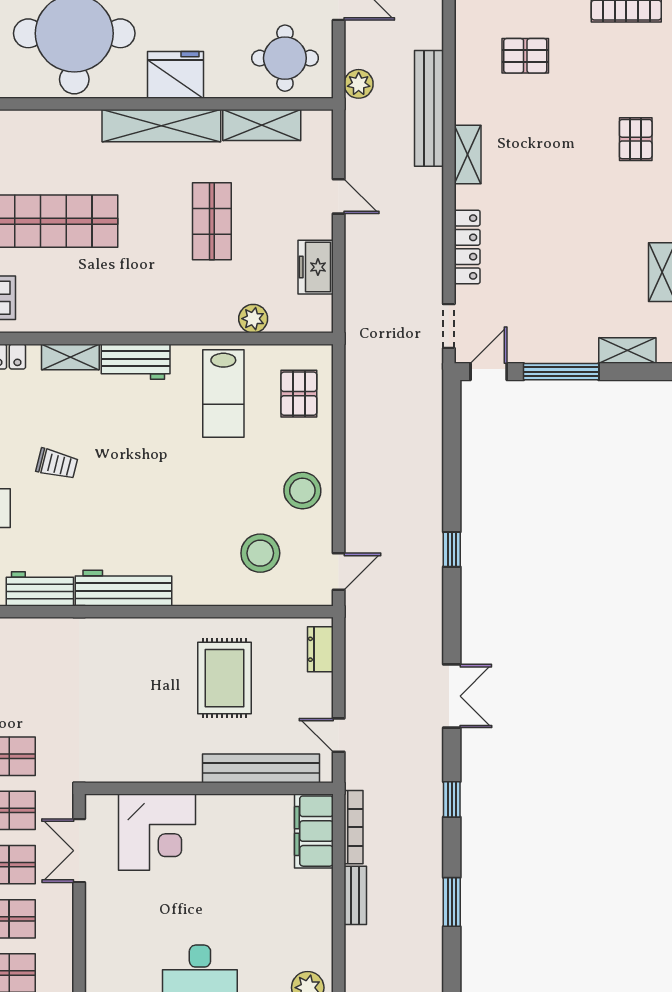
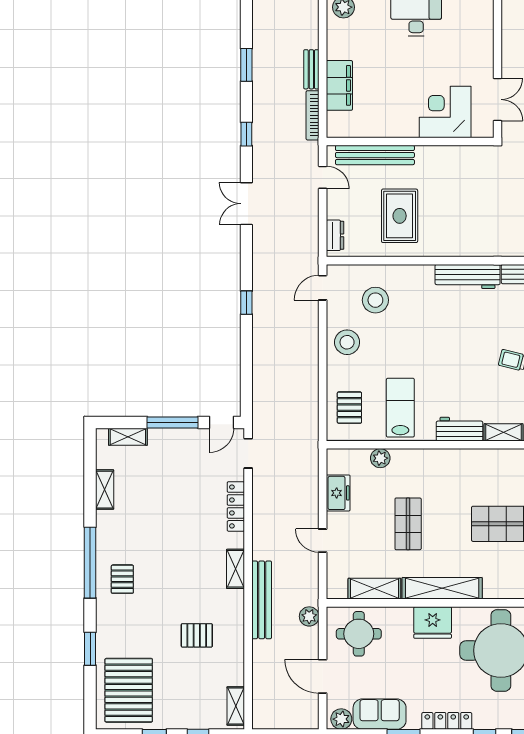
filing cabinet: (314, 831) -> (339, 85), moved

